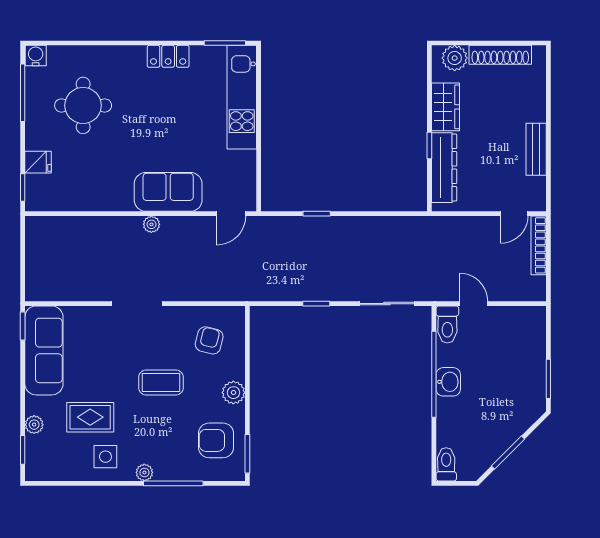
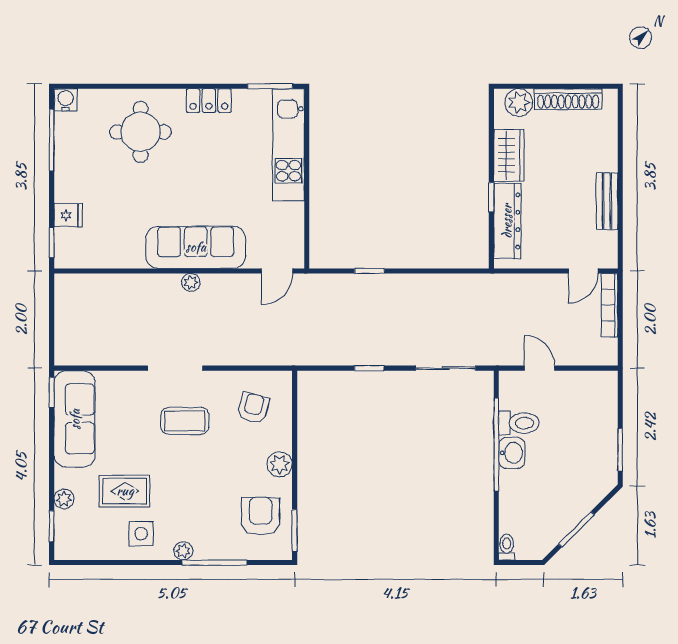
round table: (83, 105) -> (141, 132), moved
sofa: (168, 192) -> (196, 247), width x1.36
toilet: (447, 324) -> (519, 423), moved, turned -90
coffee table: (161, 382) -> (185, 421), moved
armchair: (216, 440) -> (261, 516), turned 90
toilet: (446, 464) -> (507, 547), width x0.73, depth x0.72

